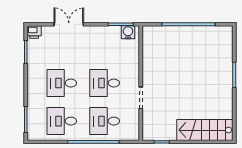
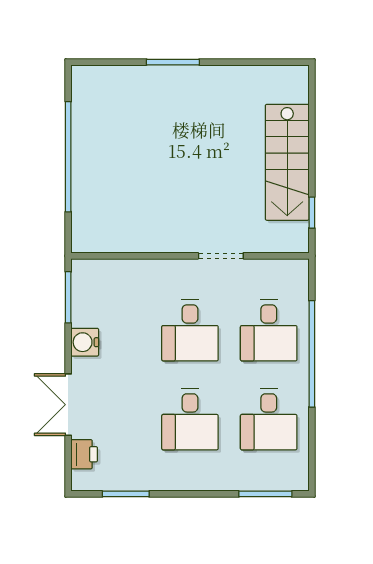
printer: (34, 32) -> (84, 454), moved
water cooler: (128, 32) -> (85, 342), moved
stairs: (205, 130) -> (287, 162), moved

